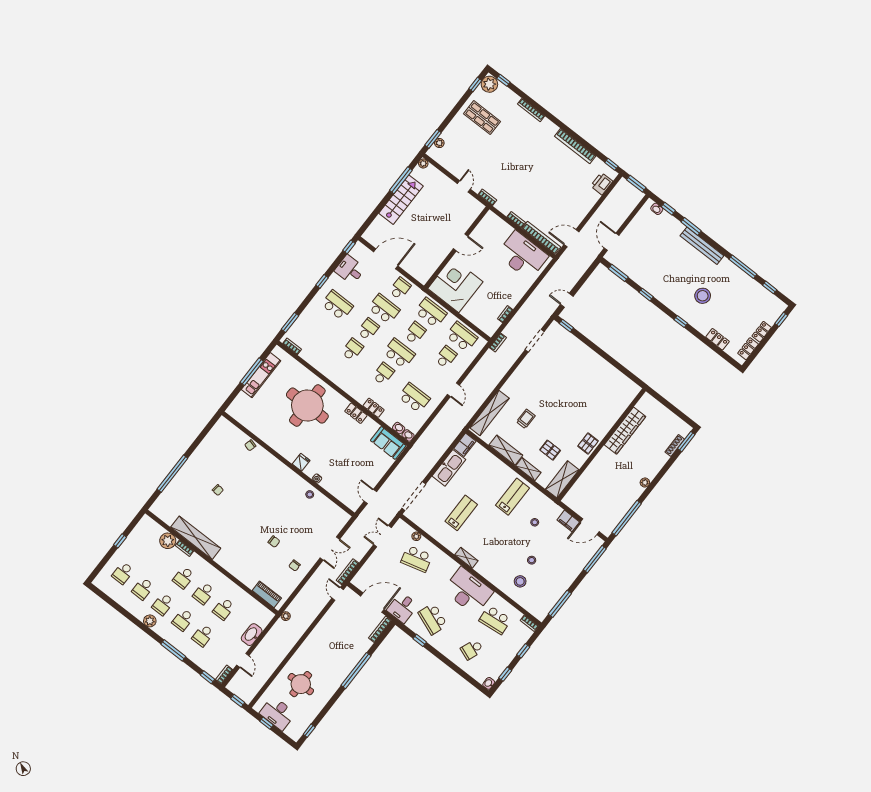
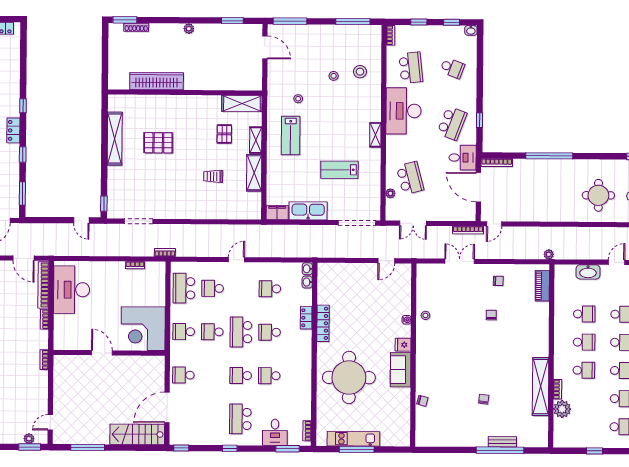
plant: (423, 163) -> (58, 439), removed
door: (464, 186) -> (50, 422), moved
stairs: (401, 200) -> (137, 434), moved
door: (386, 259) -> (167, 407), hinge flipped
desk: (350, 270) -> (275, 432), moved
school desk: (384, 309) -> (212, 375), removed
school desk: (431, 312) -> (184, 332), width x0.54
locker: (717, 339) -> (13, 130), moved
school desk: (414, 398) -> (270, 289), width x0.54
locker: (356, 413) -> (323, 323), width x1.53
shelving: (489, 413) -> (115, 139), moved, turned 90
sofa: (388, 443) -> (401, 370), moved, turned 180
pallet: (588, 444) -> (158, 143), moved, width x1.50, depth x1.42
bench: (177, 480) -> (502, 442), added
lab bench: (513, 497) -> (291, 135), turned -90
window: (627, 518) -> (232, 21), width x0.47
filing cabinet: (568, 521) -> (274, 70), removed

